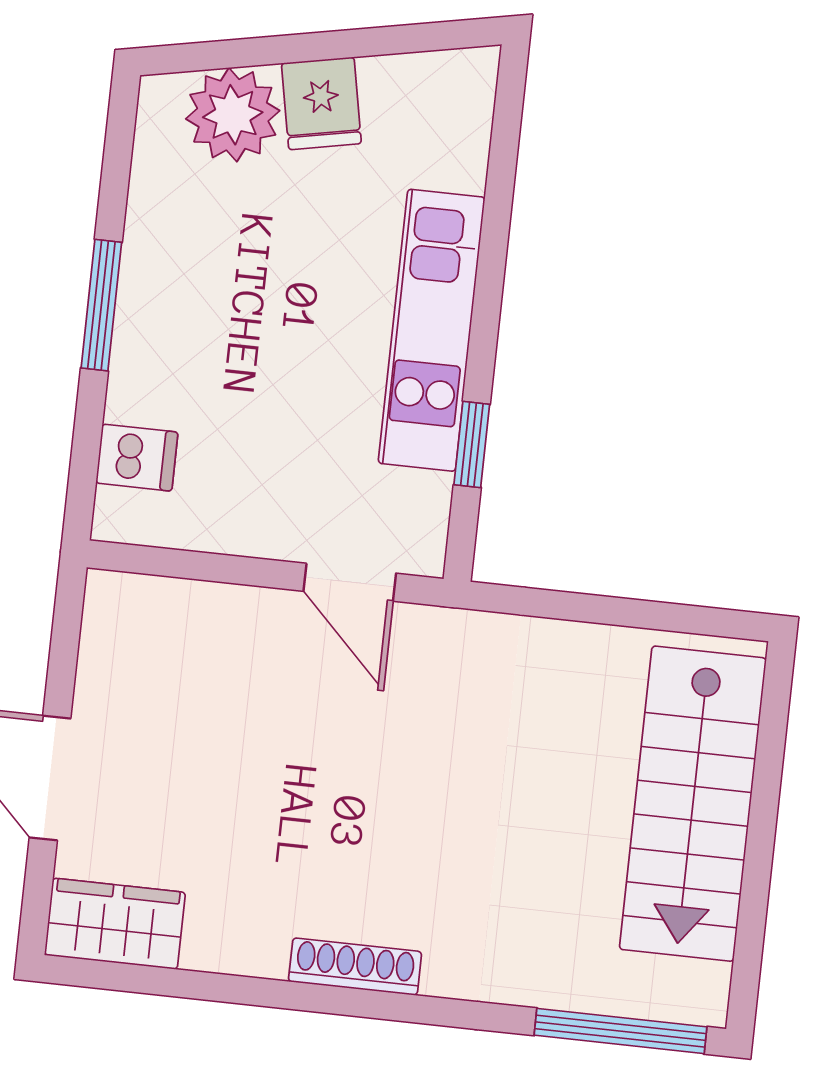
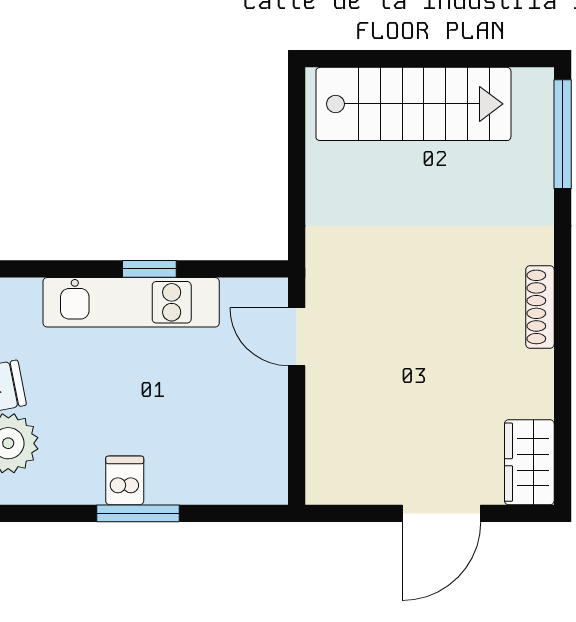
window: (472, 444) -> (149, 269), moved
dishwasher: (137, 458) -> (125, 480), moved
door: (350, 582) -> (297, 337), swing flipped

